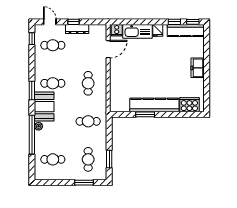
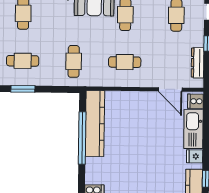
dresser: (77, 29) -> (198, 63), moved
kitchen counter: (154, 105) -> (95, 124), moved
window: (145, 114) -> (82, 138), width x2.11

